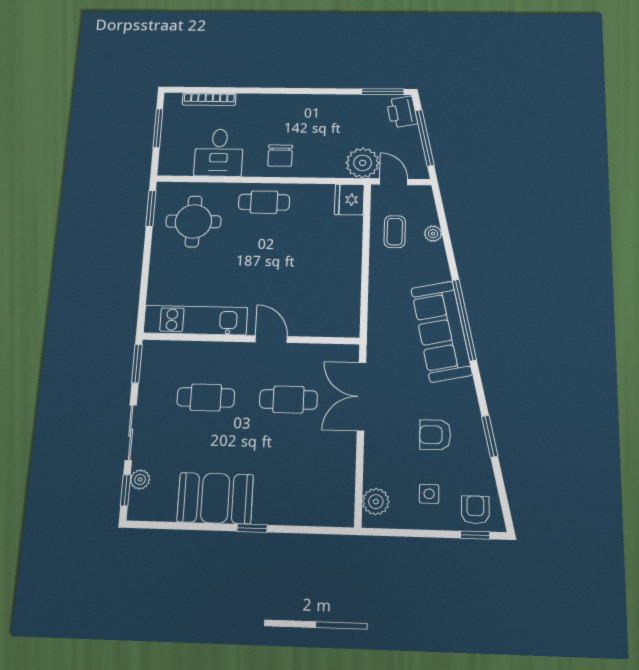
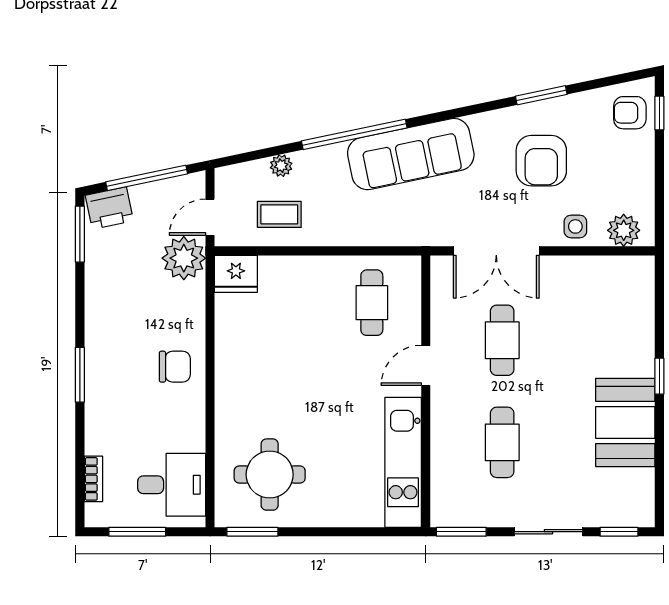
window: (277, 91) -> (80, 375), added
bookcase: (209, 99) -> (93, 479), width x0.64
desk: (219, 153) -> (172, 485), moved
cafe table: (264, 202) -> (372, 303), moved
window: (464, 320) -> (354, 134), moved
armchair: (435, 435) -> (541, 161), width x1.38, depth x1.38
plant: (140, 479) -> (605, 515), removed
side table: (429, 494) -> (575, 226), moved

